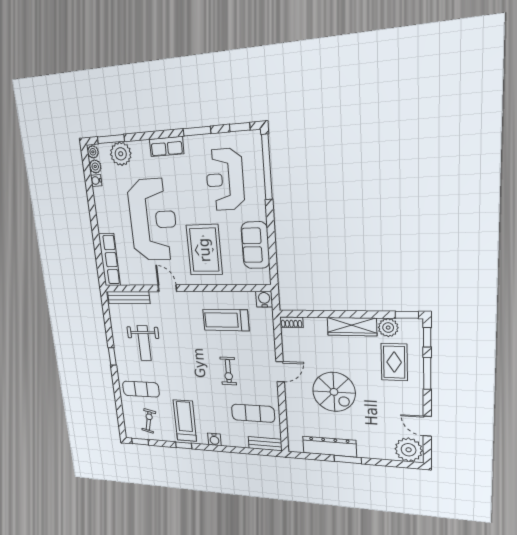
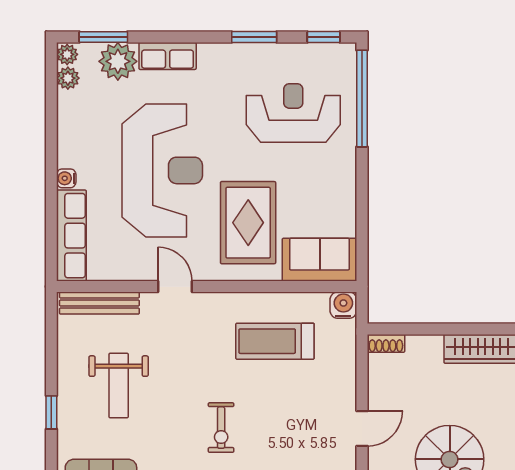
row of seats: (167, 146) -> (168, 56), moved
reception desk: (225, 180) -> (293, 113), turned 90
water cooler: (96, 181) -> (66, 178), moved
sofa: (255, 245) -> (320, 260), moved, turned 90
exercise bike: (228, 371) -> (221, 428), moved

